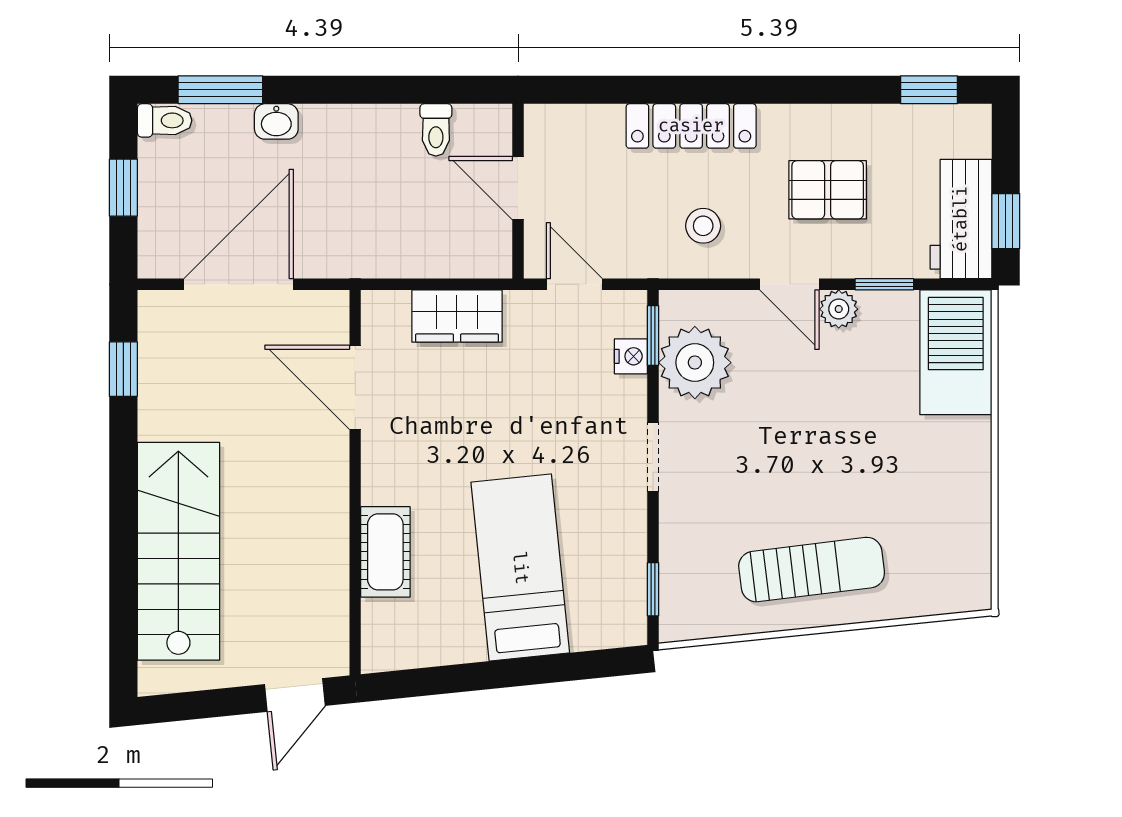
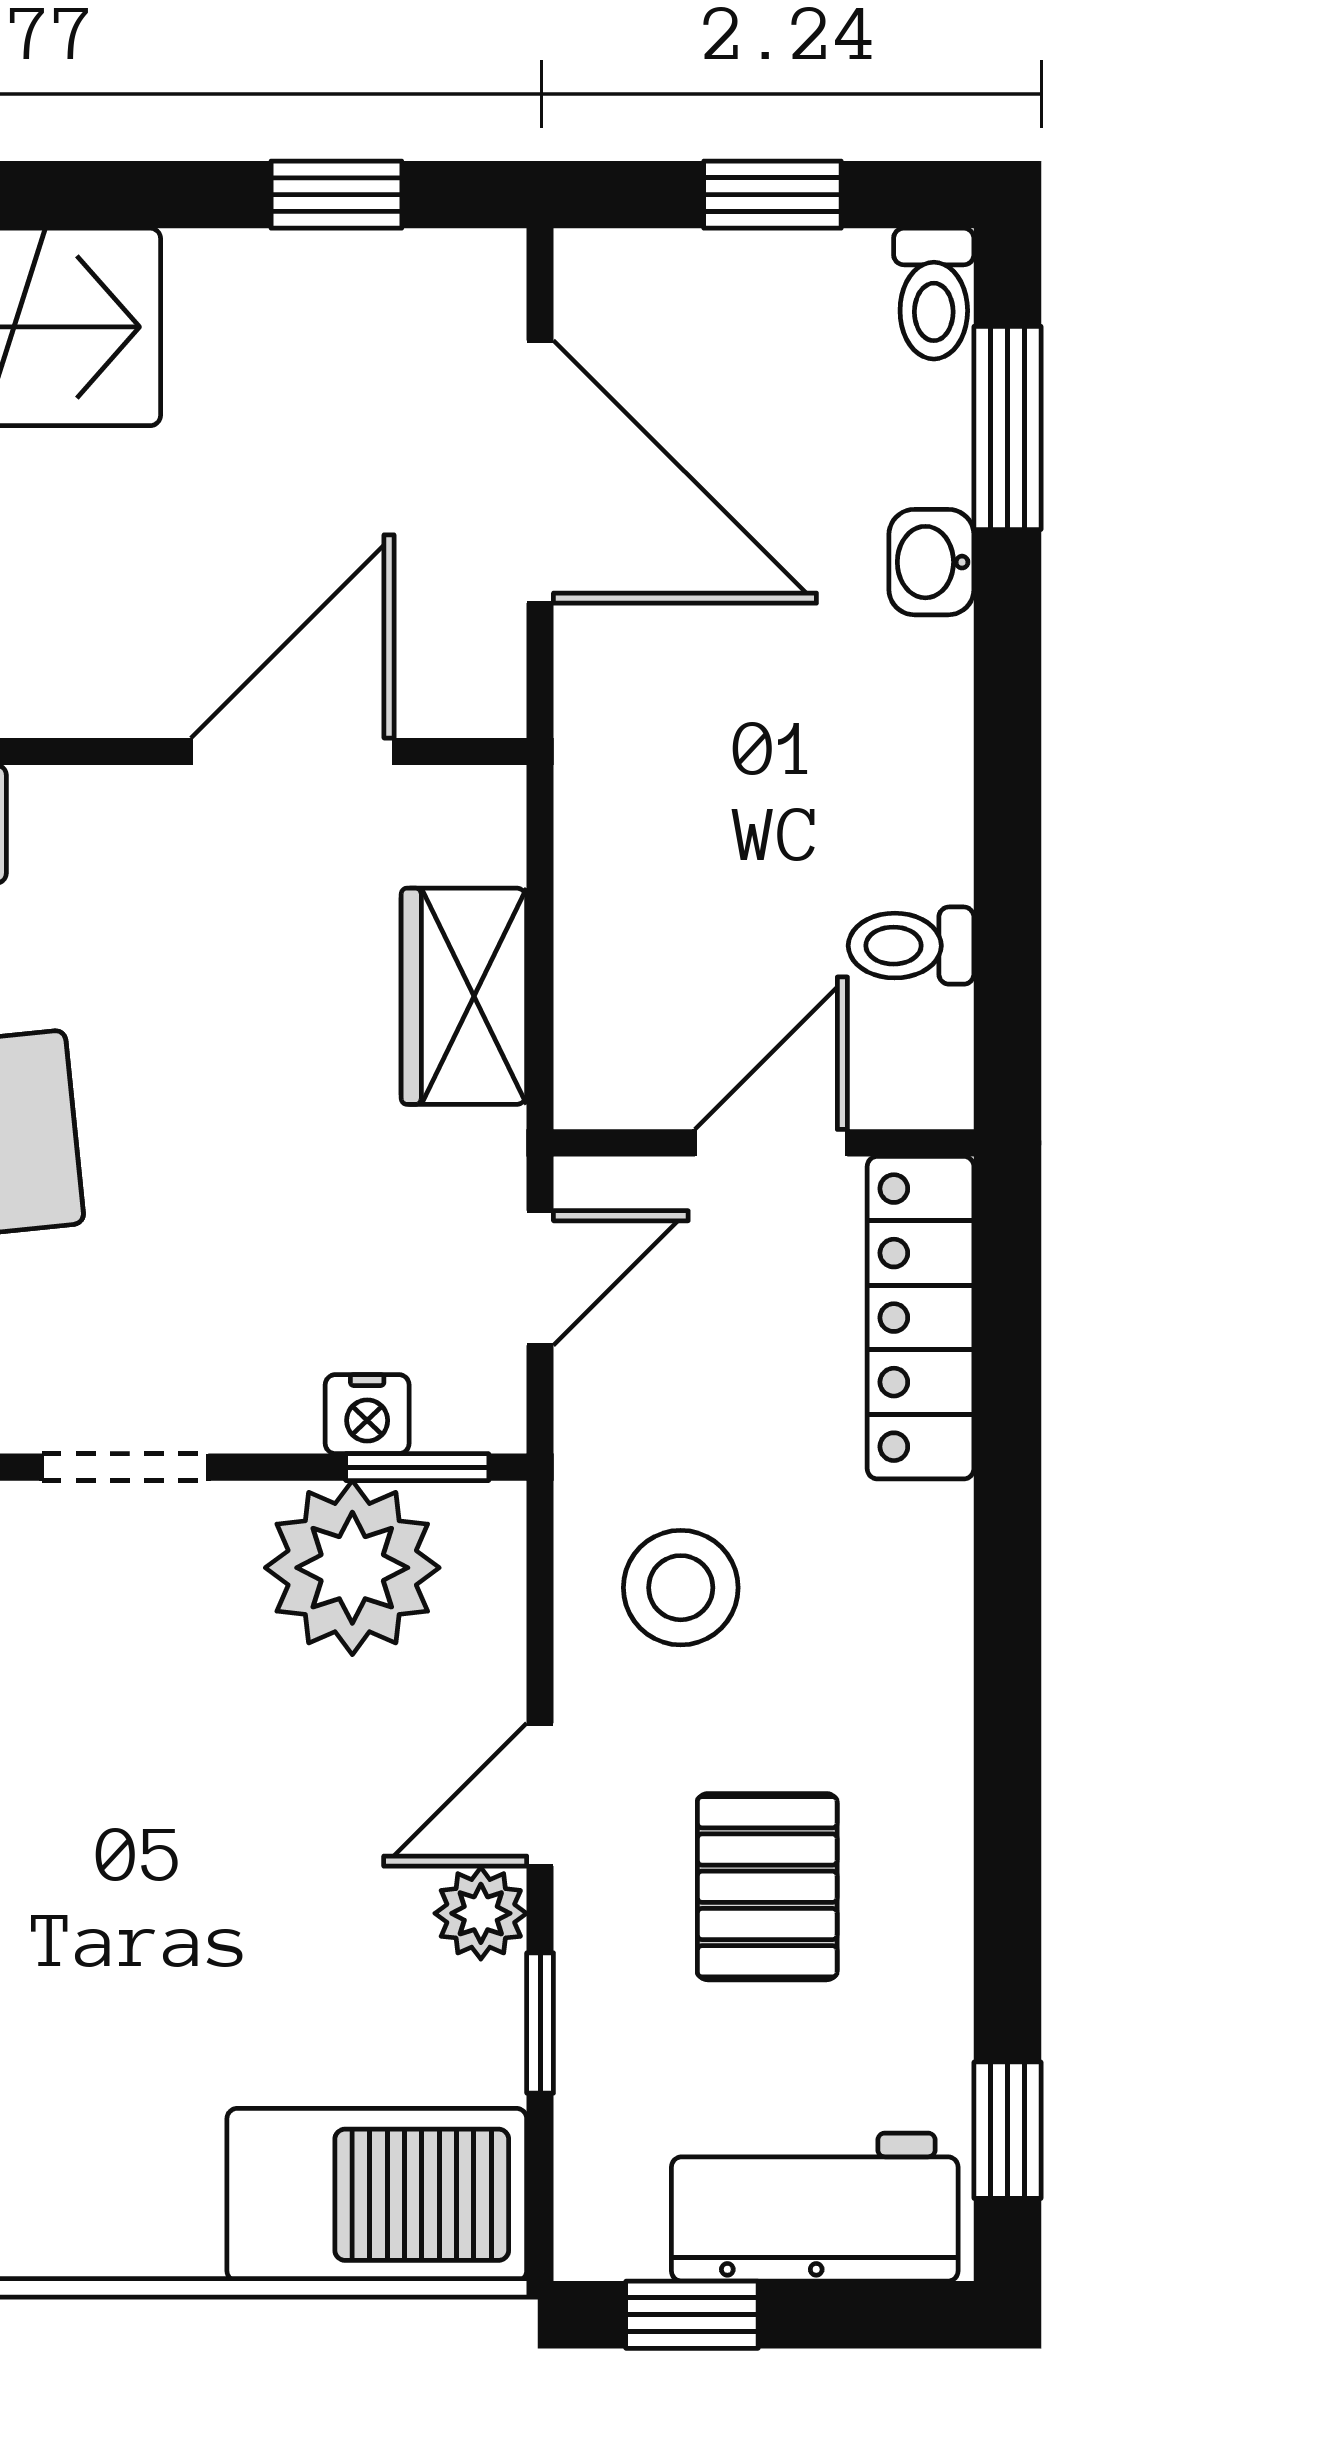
locker: (691, 126) -> (921, 1318), moved
workbench: (961, 219) -> (815, 2207), moved
stool: (703, 226) -> (681, 1588), width x1.37, depth x1.37

